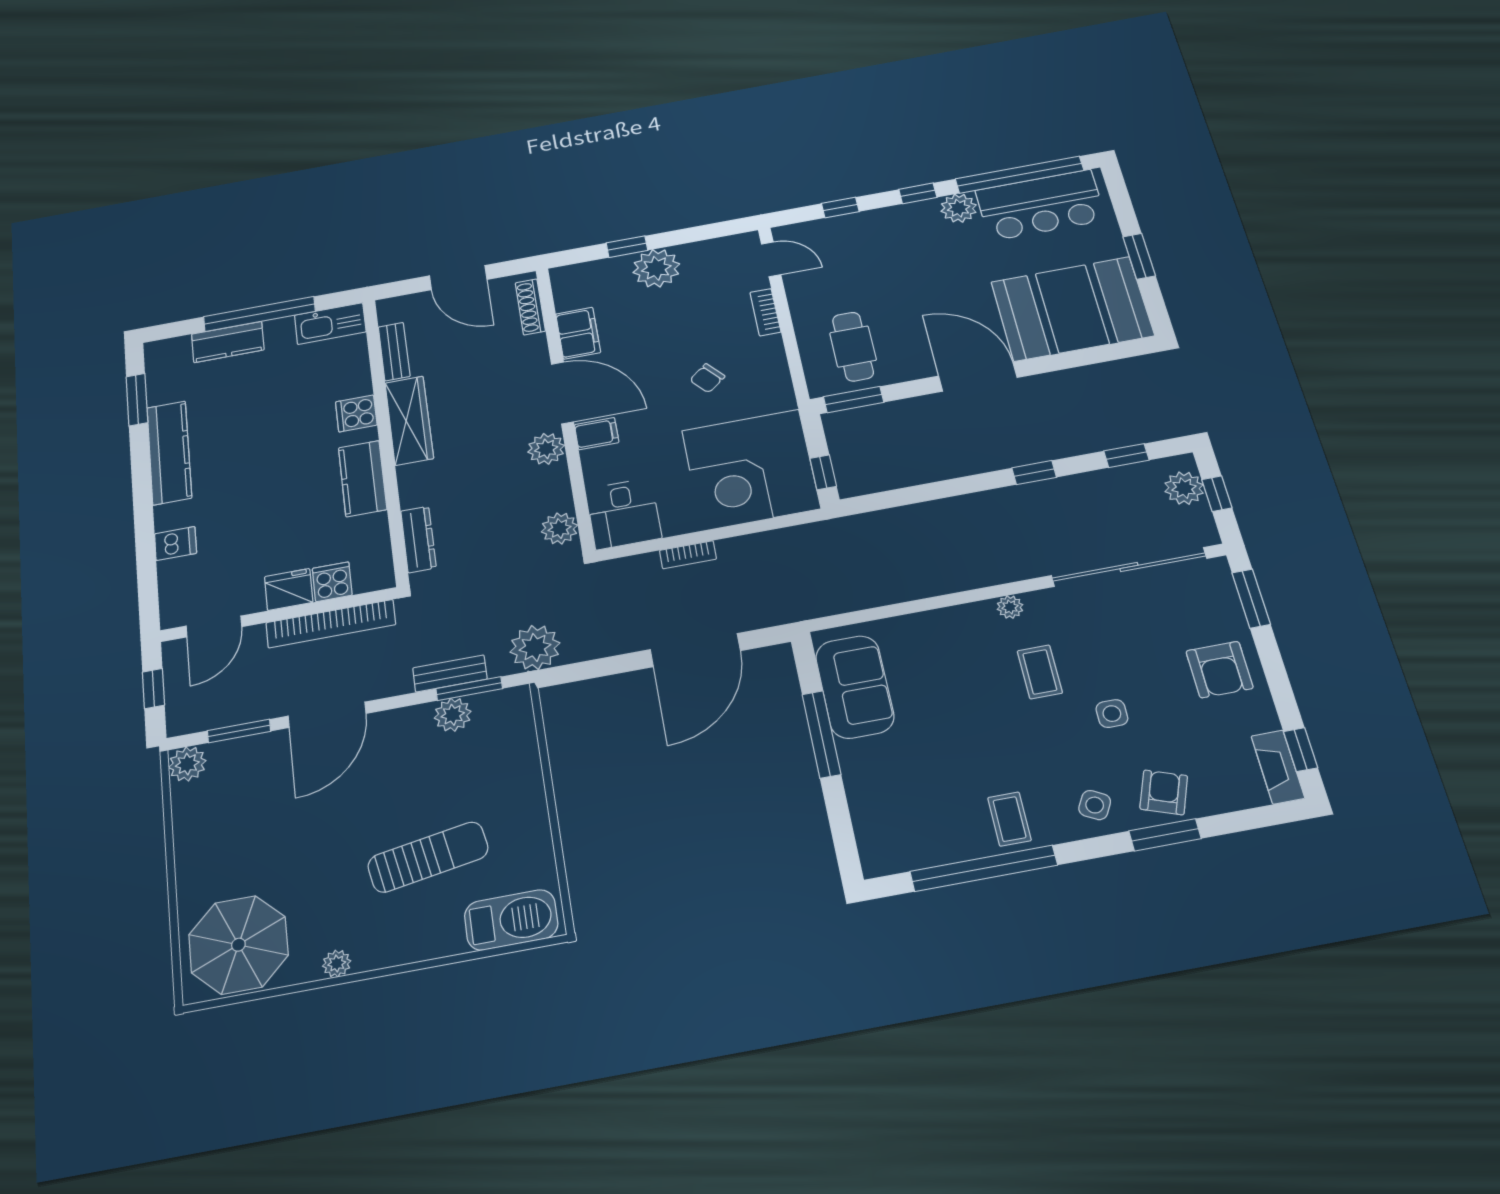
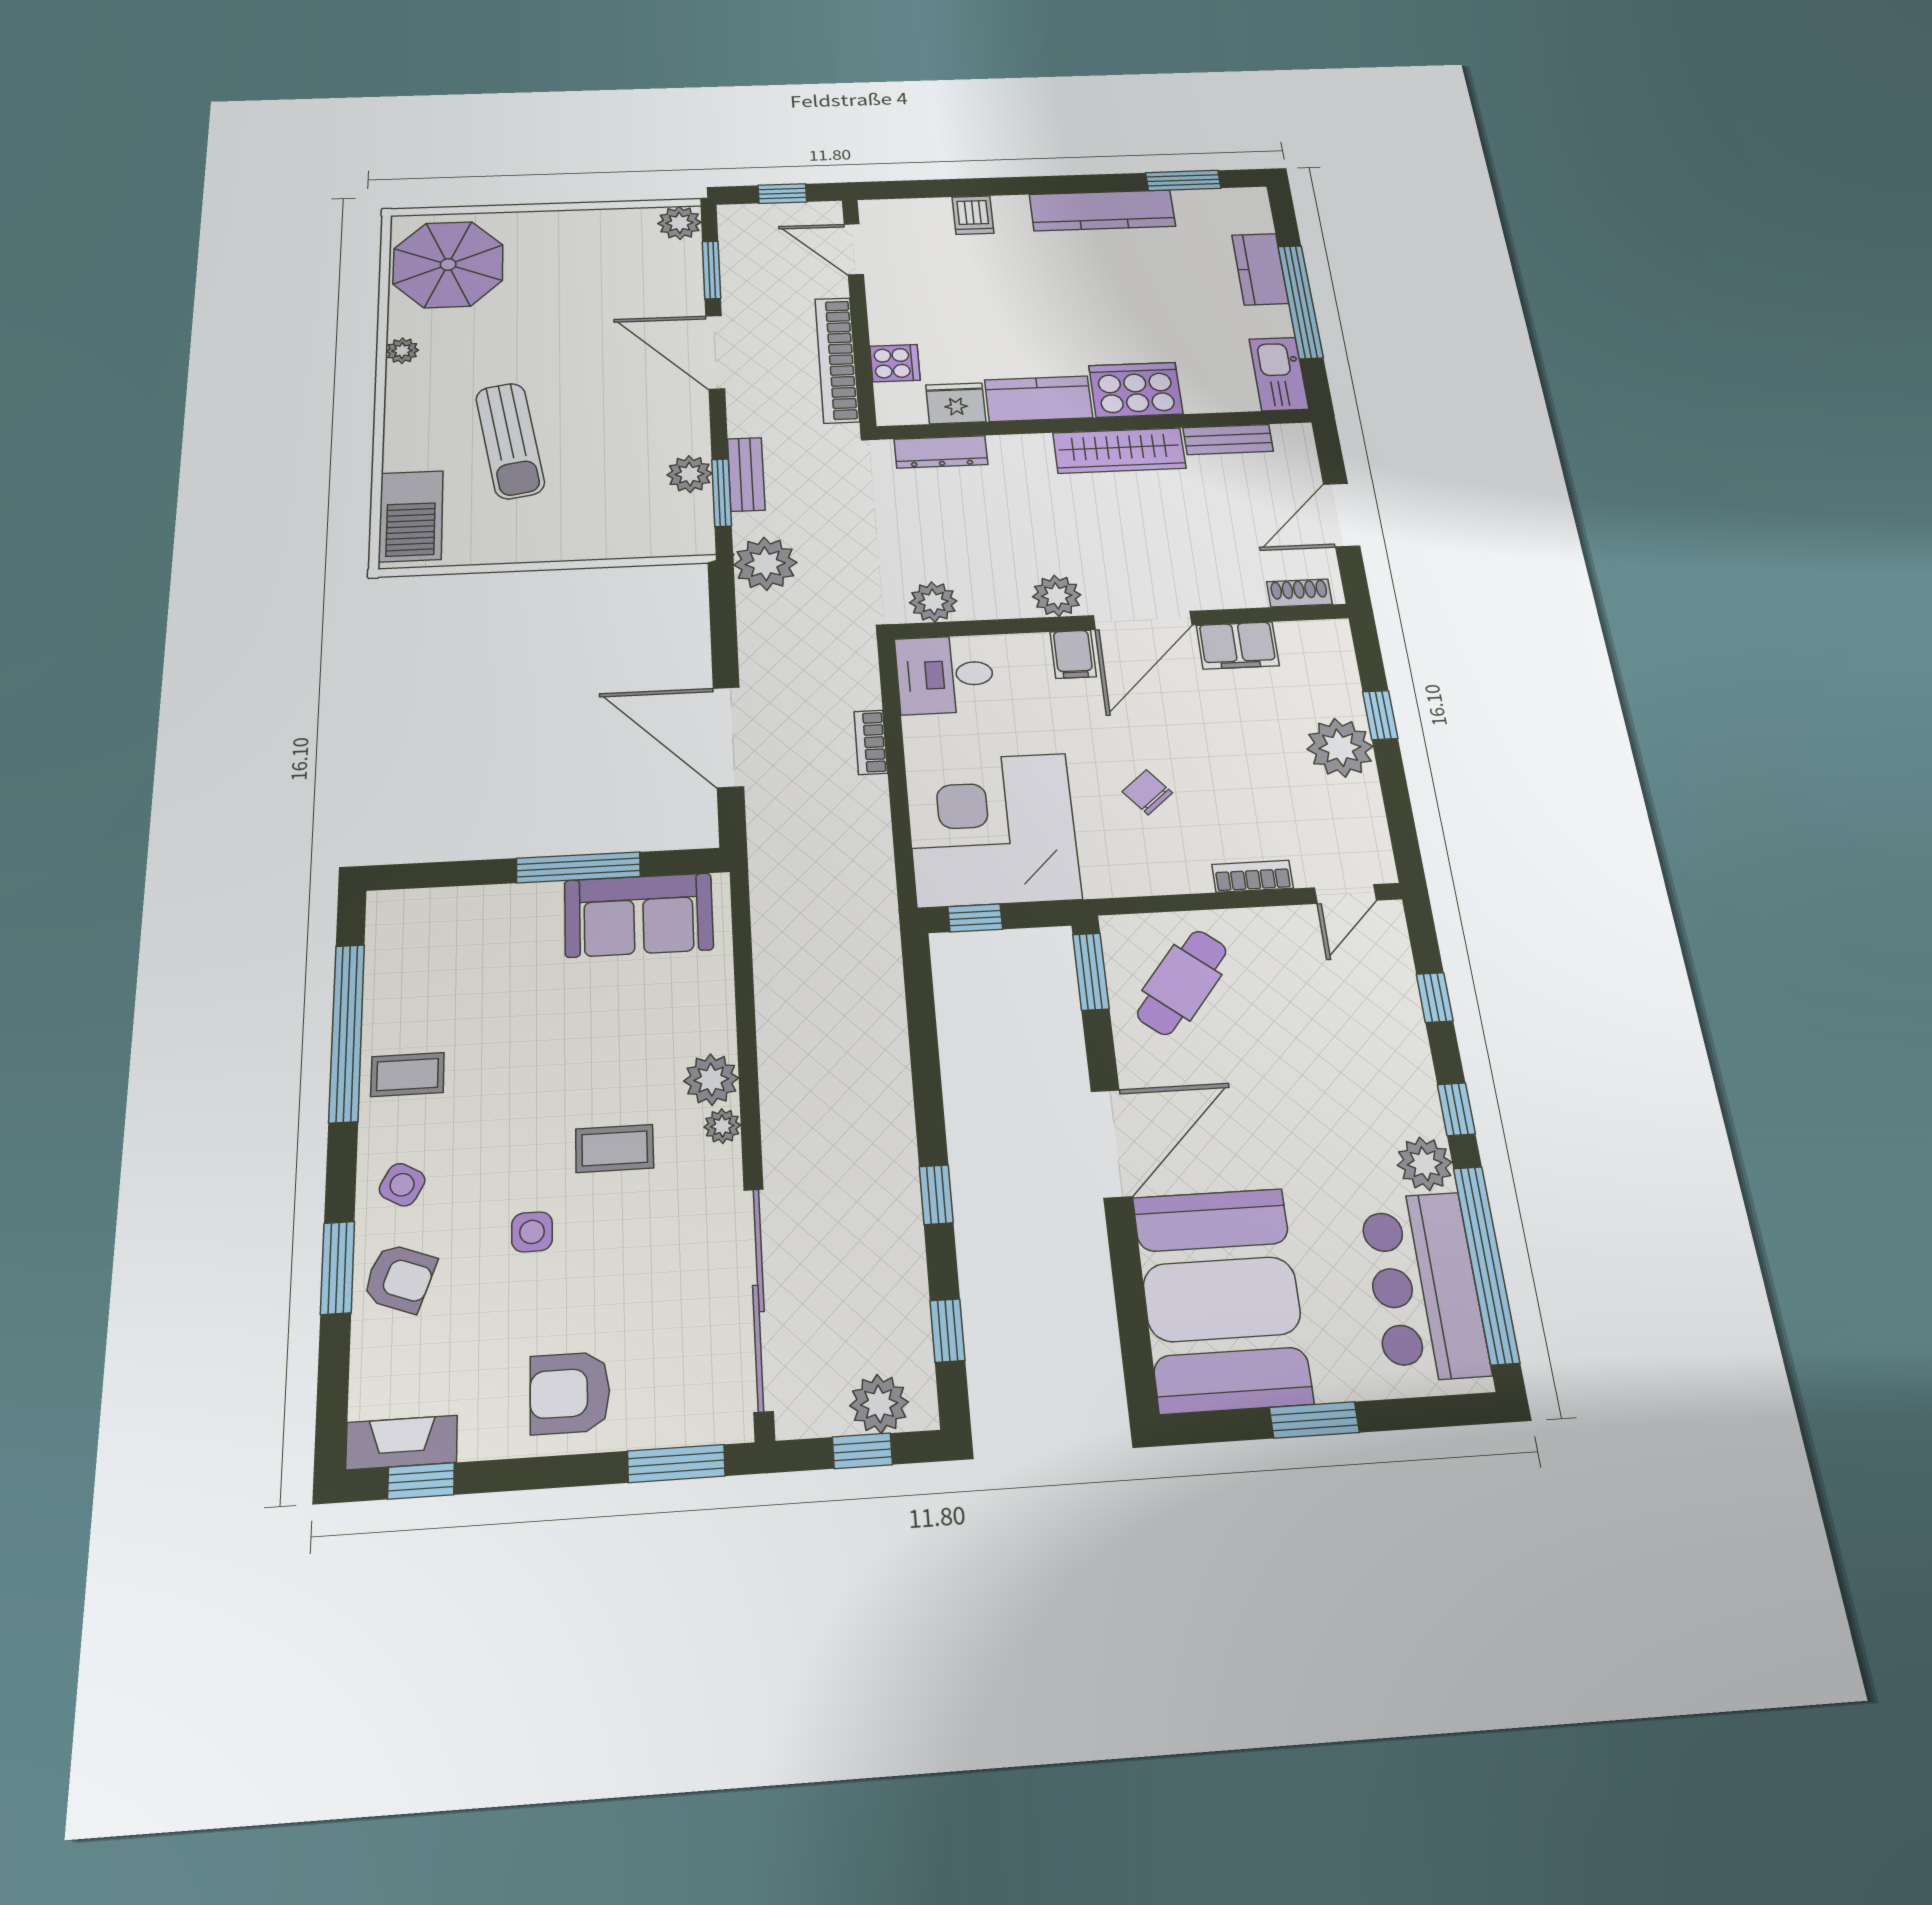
shoe rack: (530, 307) -> (1299, 593), width x0.70
cafe table: (853, 347) -> (1182, 982), turned -51
cooker: (356, 413) -> (1136, 390), width x1.87, depth x1.31
fridge: (289, 589) -> (956, 403), moved, turned -90
plant: (976, 619) -> (711, 1080), added

